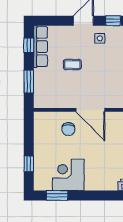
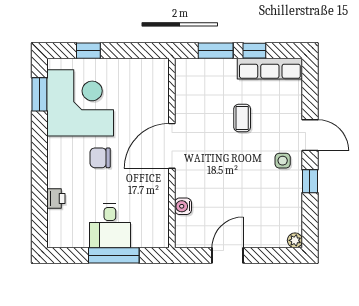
window: (29, 45) -> (254, 51), moved
chair: (68, 129) -> (100, 158), moved
corner desk: (68, 175) -> (80, 103), width x1.36, depth x1.36

